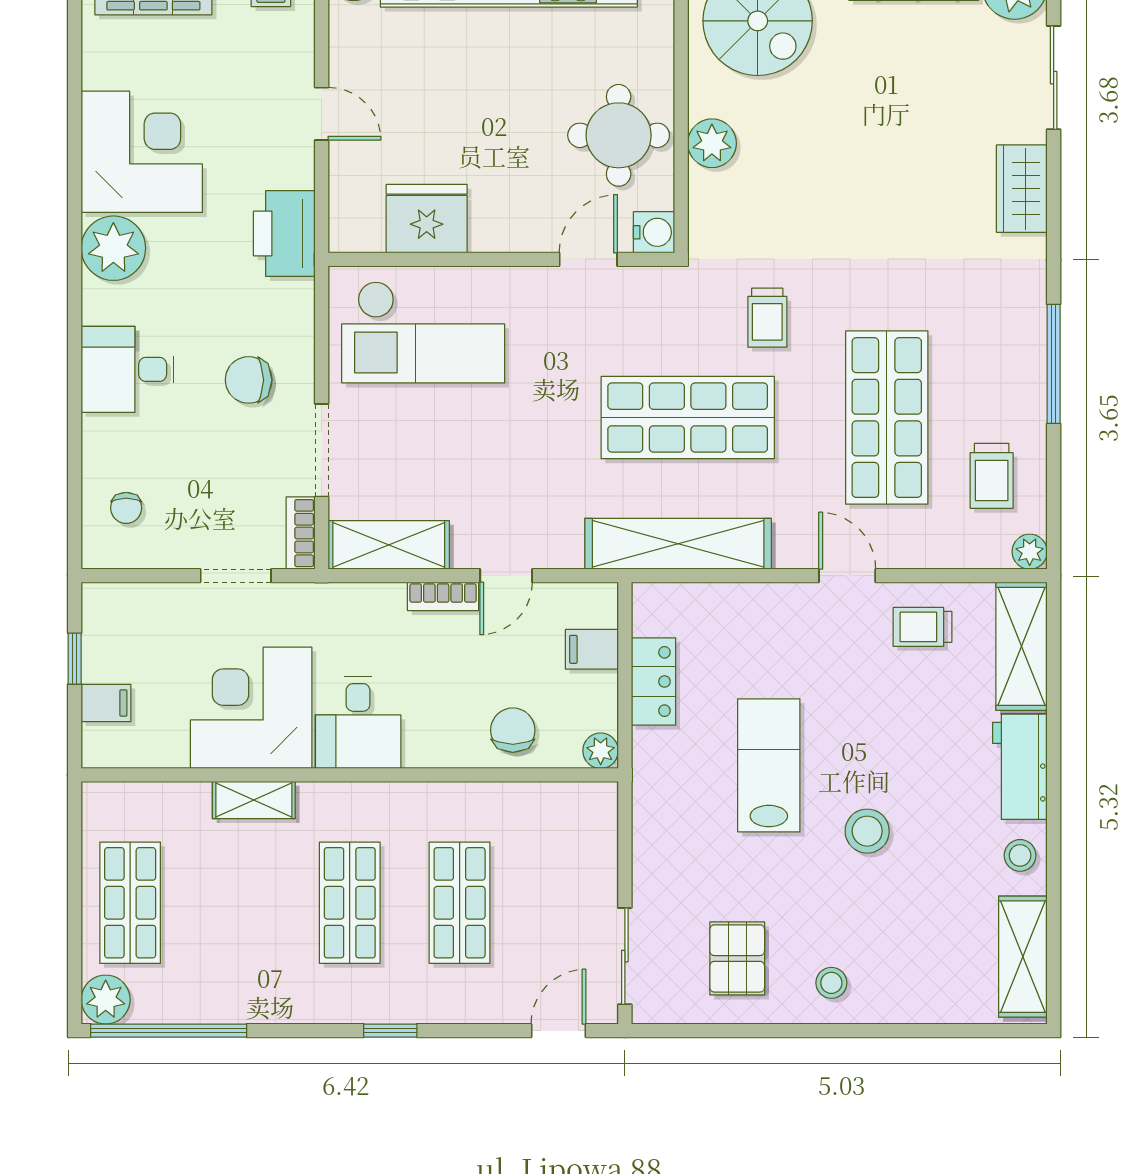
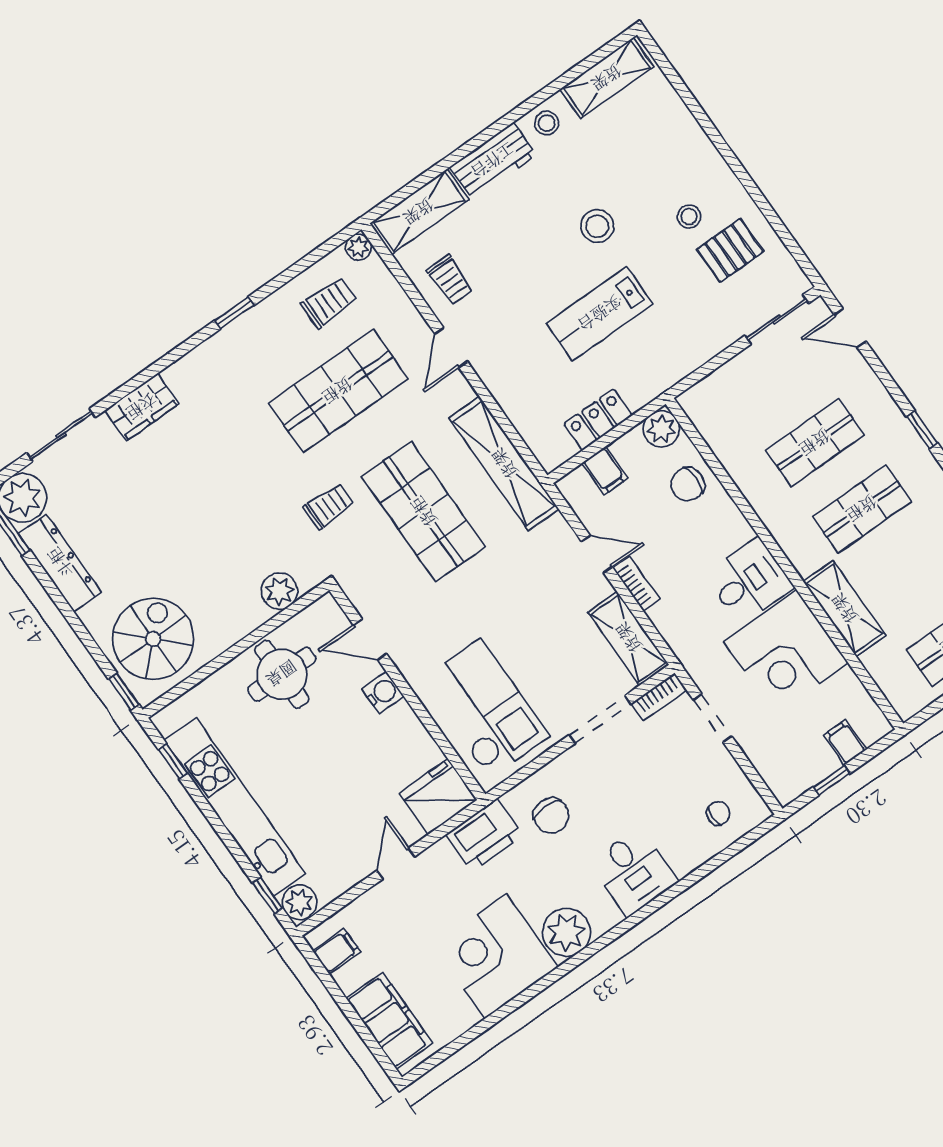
plant: (712, 143) -> (279, 591), moved
fridge: (427, 219) -> (438, 797), moved, turned 90
water cooler: (654, 232) -> (383, 692), moved, turned 90
window: (1054, 364) -> (234, 313), width x0.46
chair: (249, 380) -> (551, 816), moved
plant: (601, 751) -> (661, 429), width x1.38, depth x1.38
shelving: (254, 800) -> (844, 609), width x1.50, depth x1.33
stool: (831, 983) -> (689, 216), moved

